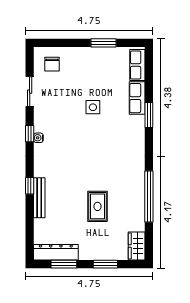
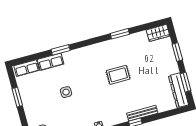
window: (149, 197) -> (120, 34), width x0.47
rug: (97, 206) -> (118, 75), moved

